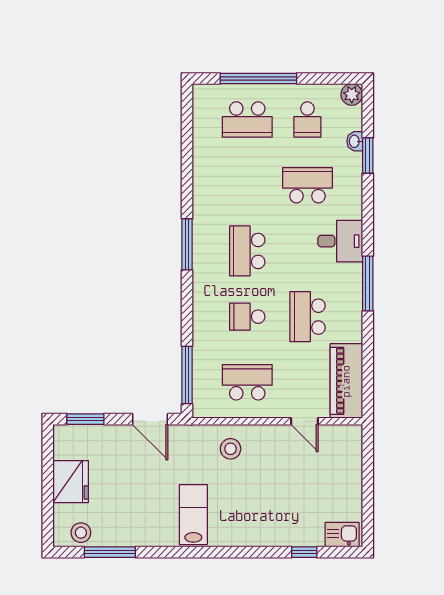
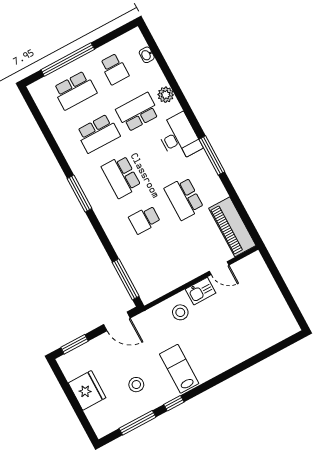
plant: (352, 94) -> (166, 95), moved
washbasin: (355, 141) -> (147, 55), moved
window: (368, 156) -> (167, 71), removed
desk: (340, 241) -> (179, 137), width x1.37
school desk: (247, 382) -> (98, 133), moved, turned 180
stool: (81, 533) -> (136, 385), moved
kitchen sink: (342, 535) -> (201, 291), moved, turned 180
window: (304, 552) -> (174, 403), moved

